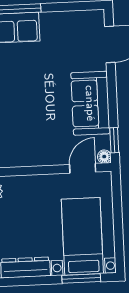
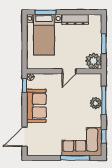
door: (83, 168) -> (69, 71), moved

